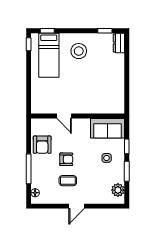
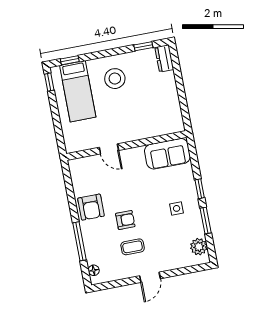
door: (64, 116) -> (109, 149), moved
wall: (78, 116) -> (126, 146), moved
sofa: (108, 128) -> (167, 154), moved

